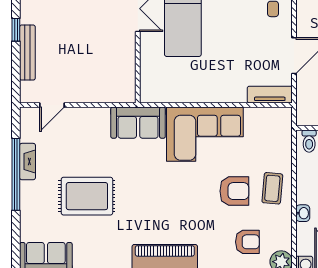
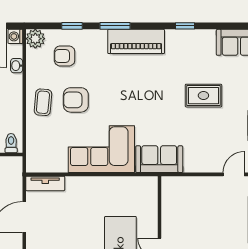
rug: (87, 196) -> (203, 96), width x0.73, depth x0.70
washbasin: (303, 213) -> (17, 66), moved

